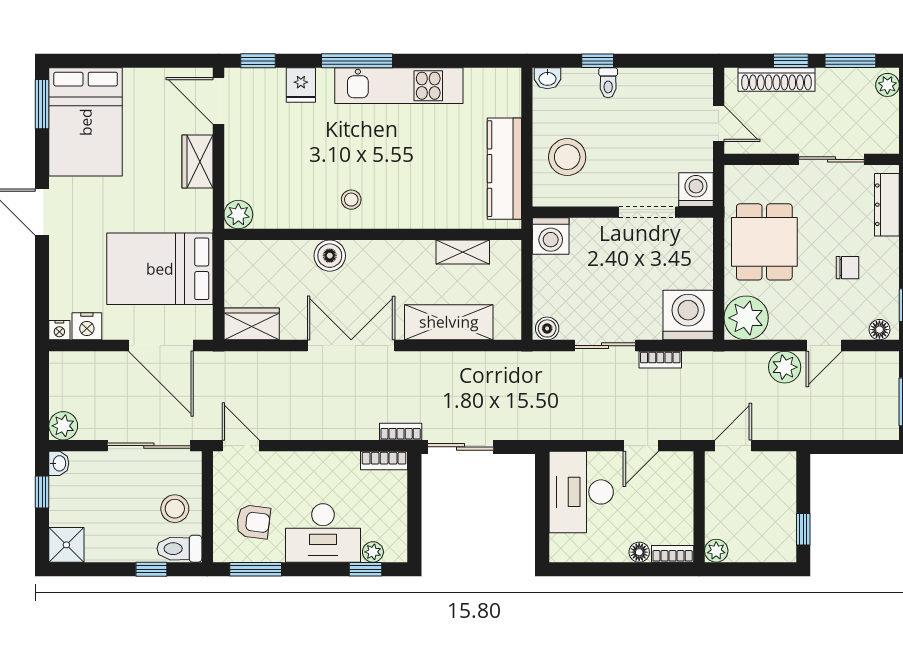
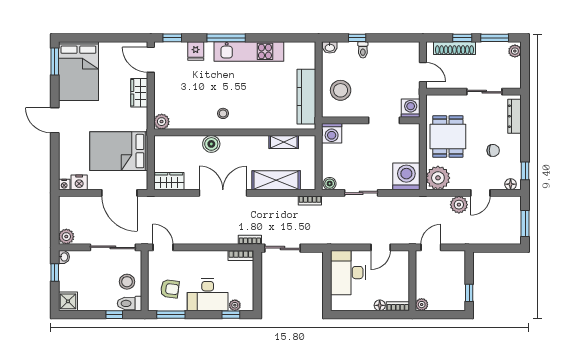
bookcase: (660, 360) -> (310, 201), moved

